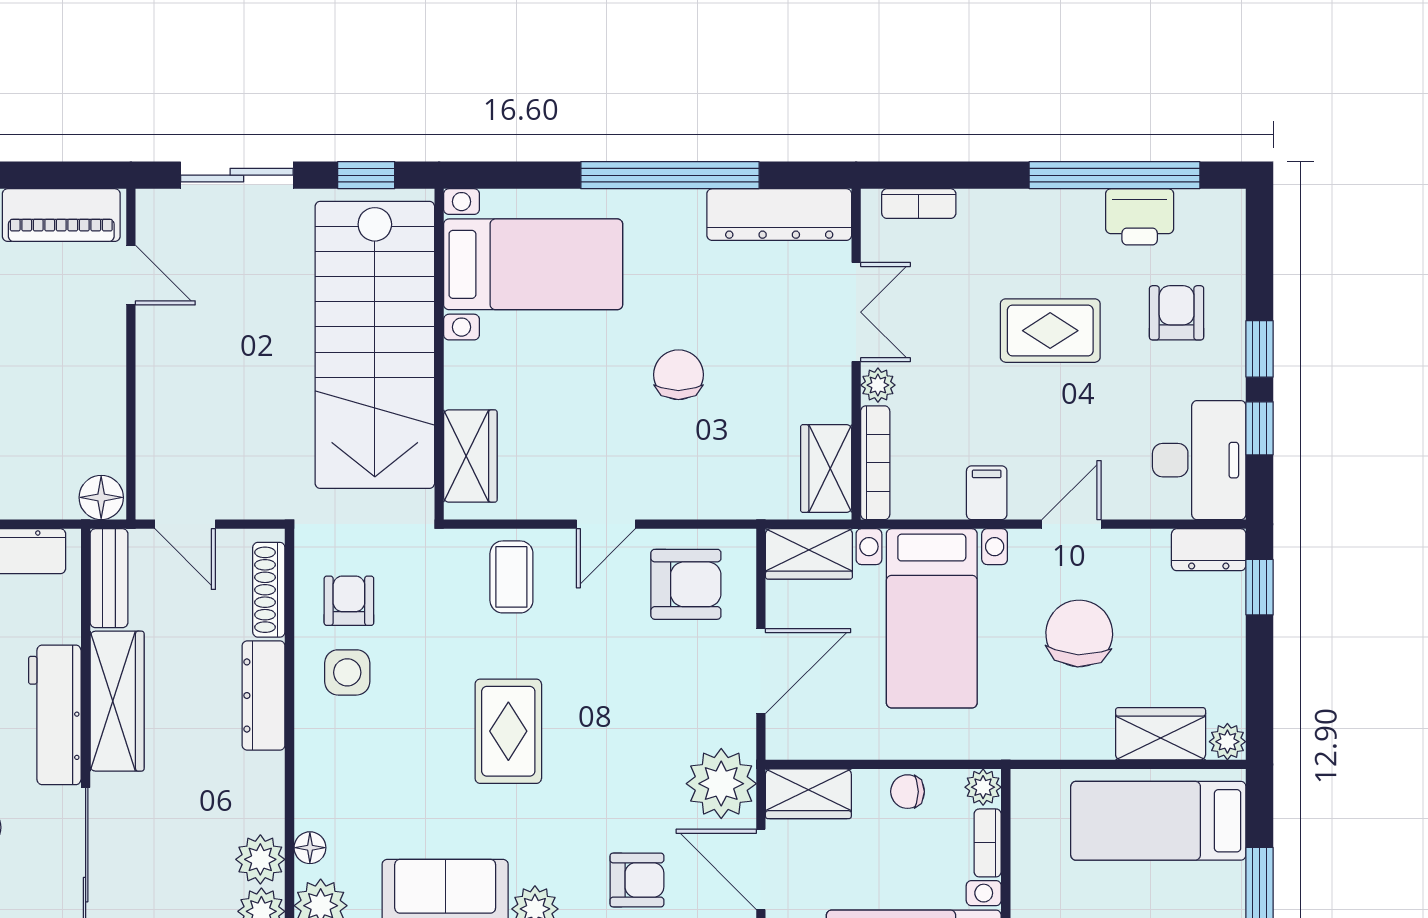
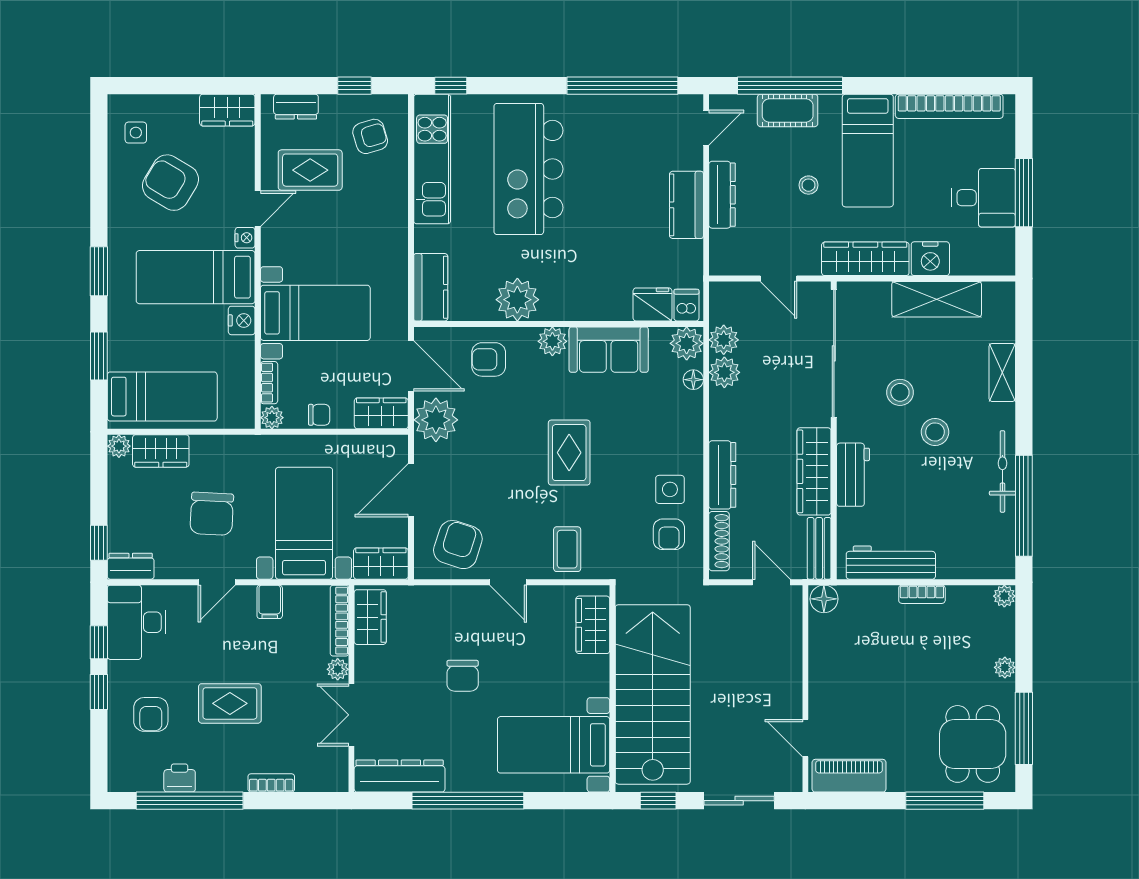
bookcase: (919, 204) -> (271, 783), moved
printer: (1140, 217) -> (180, 778), width x0.73, depth x0.81
door: (606, 524) -> (508, 582), swing flipped
armchair: (686, 584) -> (458, 545), turned 108
workbench: (55, 715) -> (853, 475), width x0.73

